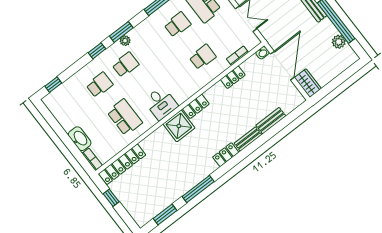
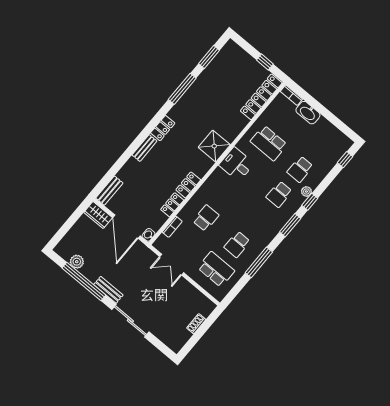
plant: (125, 41) -> (306, 192), moved
school desk: (203, 57) -> (206, 218), turned 180
locker: (196, 106) -> (188, 185), moved
bench: (271, 121) -> (109, 191), moved

